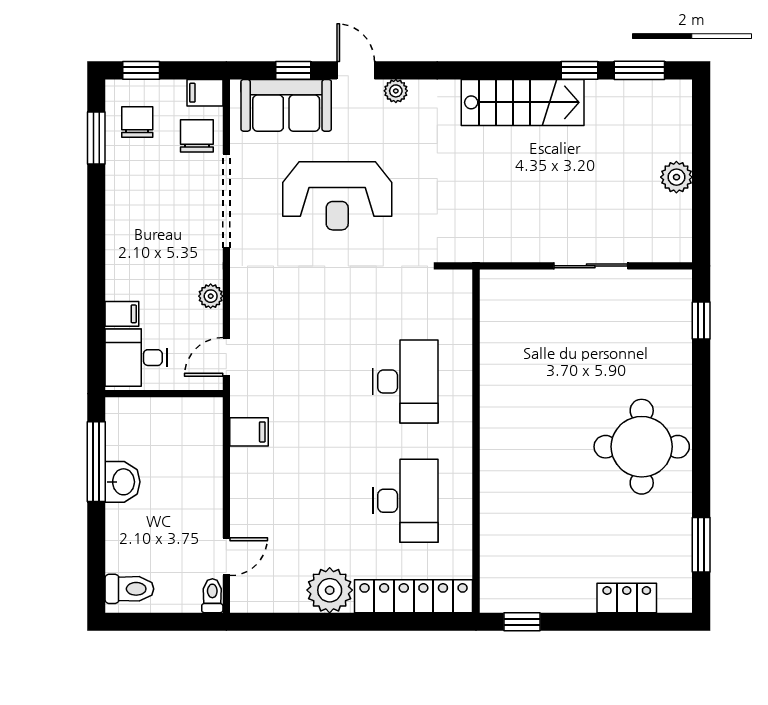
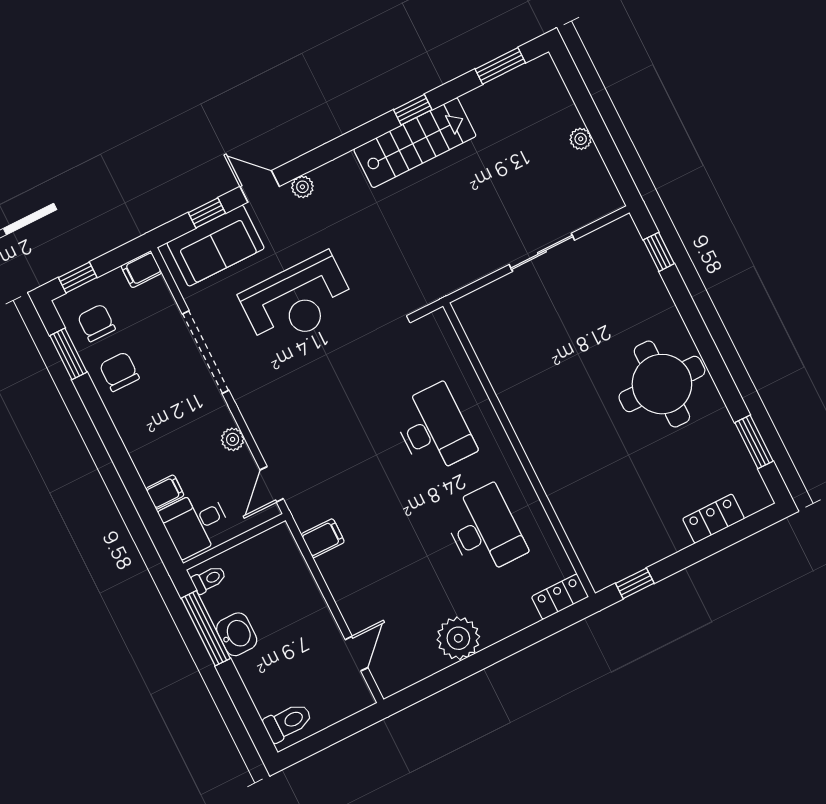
window: (580, 70) -> (413, 110), moved
chair: (197, 136) -> (119, 372), moved
plant: (676, 177) -> (581, 139), width x0.73, depth x0.73
toilet: (212, 596) -> (209, 579), moved, turned 90
locker: (414, 596) -> (560, 597), width x0.46, depth x0.83

